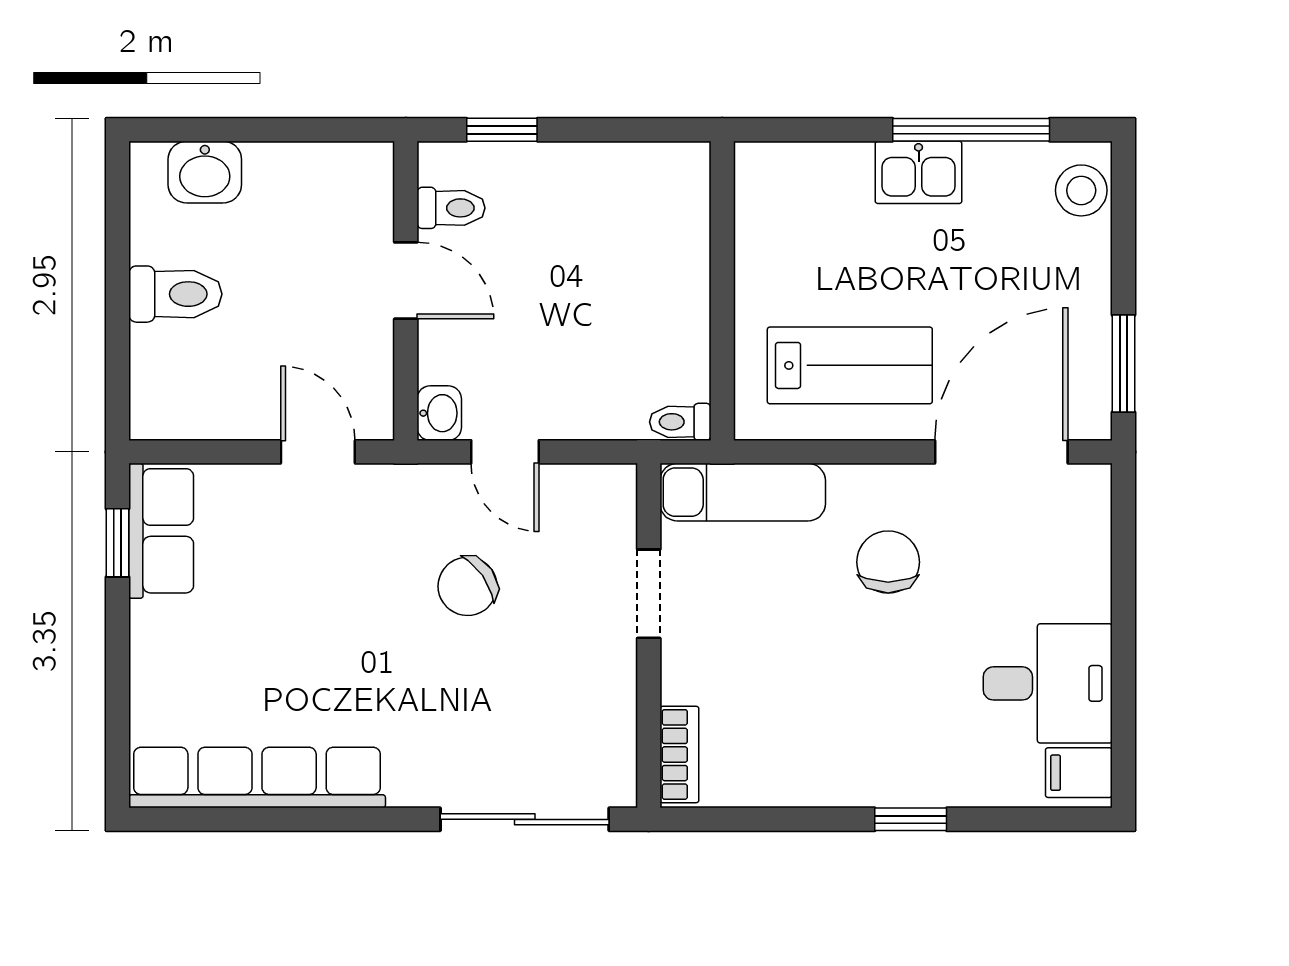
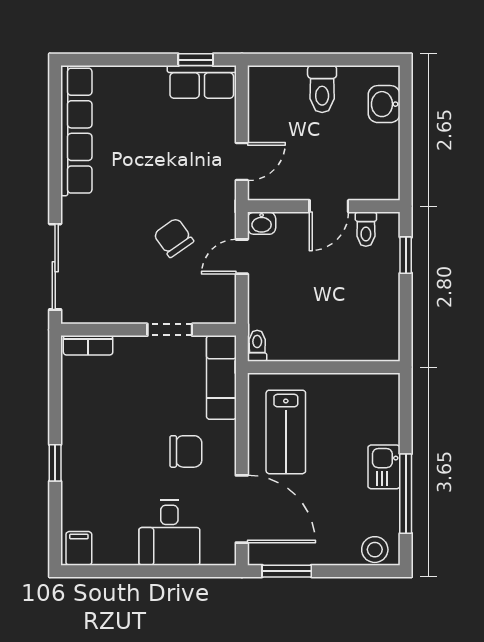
desk: (1048, 683) -> (169, 533), moved

